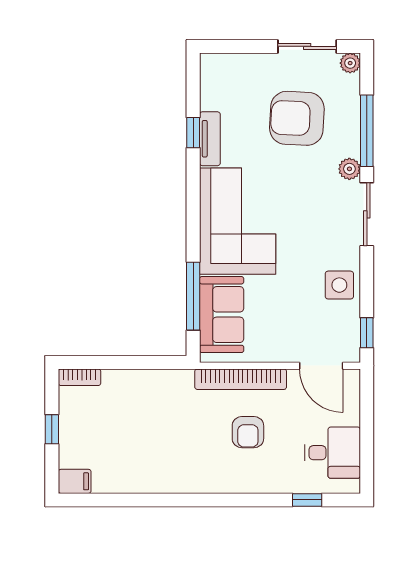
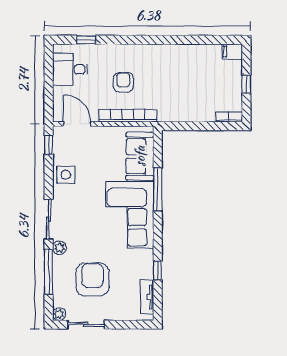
armchair: (297, 118) -> (93, 279), turned -93
tv unit: (210, 139) -> (147, 297), moved
window: (193, 296) -> (158, 189), moved

